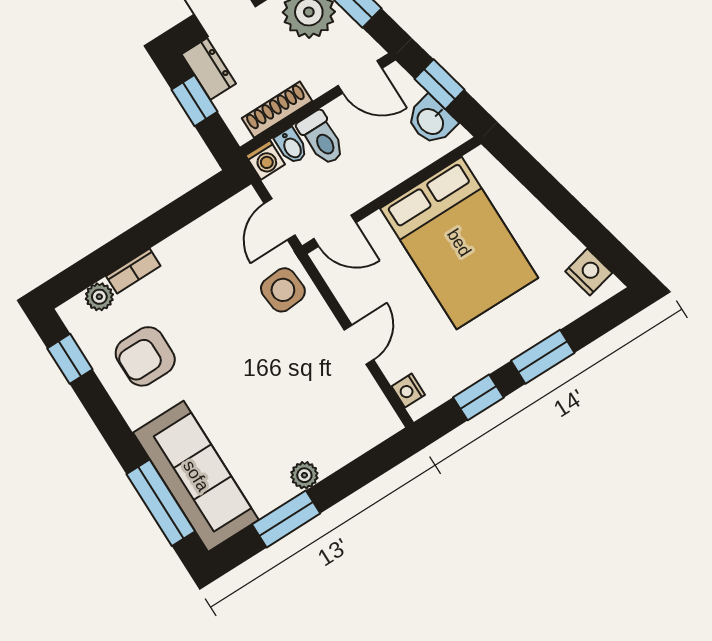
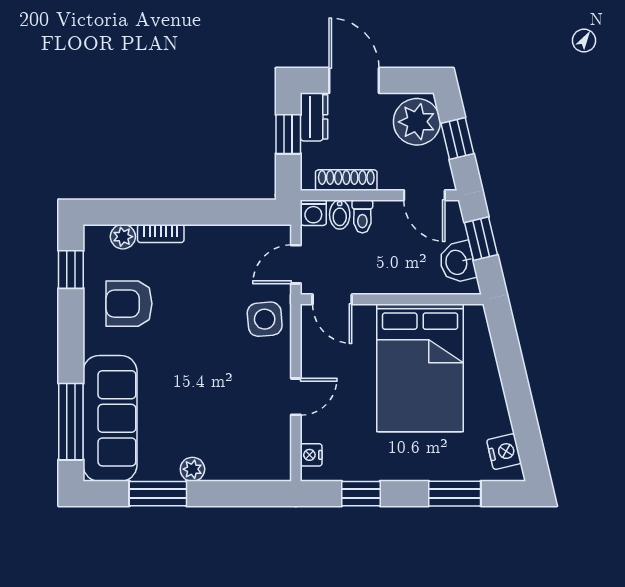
toilet: (321, 138) -> (362, 216), width x0.73, depth x0.72
window: (543, 357) -> (455, 494), moved

